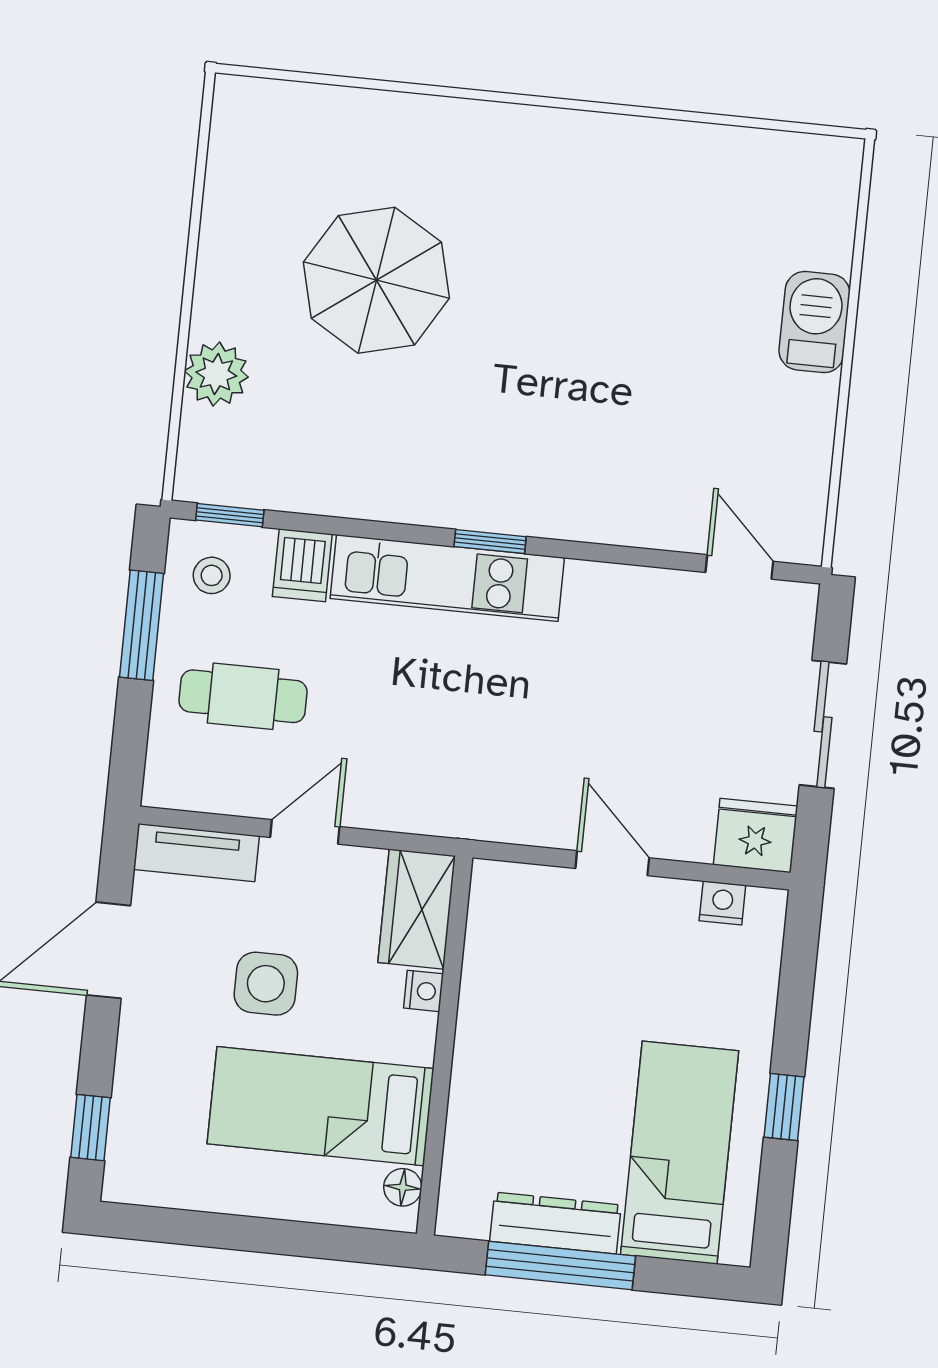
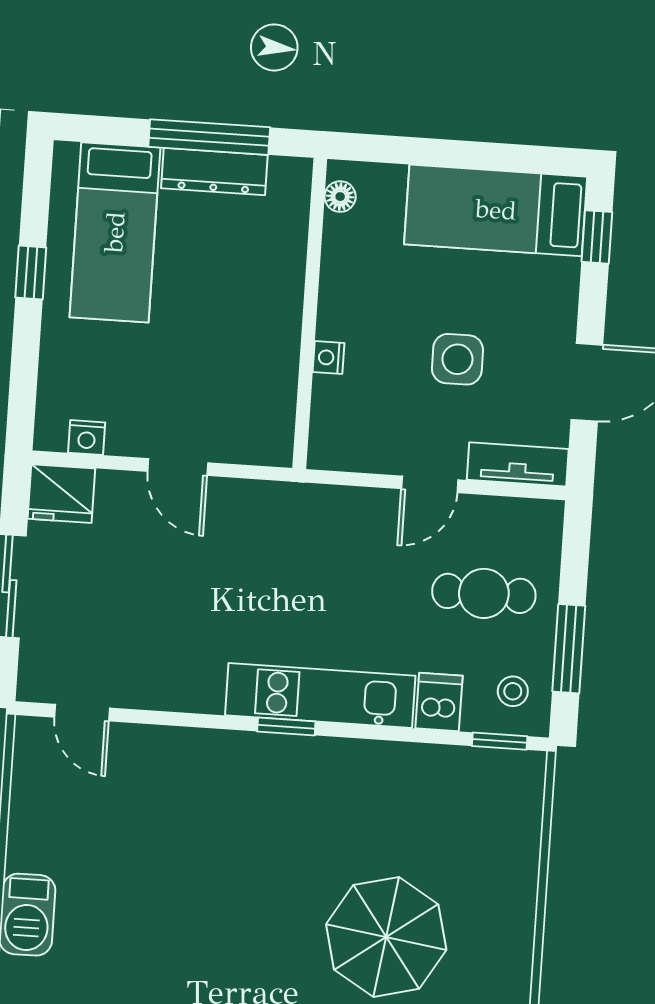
plant: (216, 374) -> (514, 856), removed
wardrobe: (417, 909) -> (336, 424), removed
bed: (321, 1106) -> (496, 210), moved, turned 180

